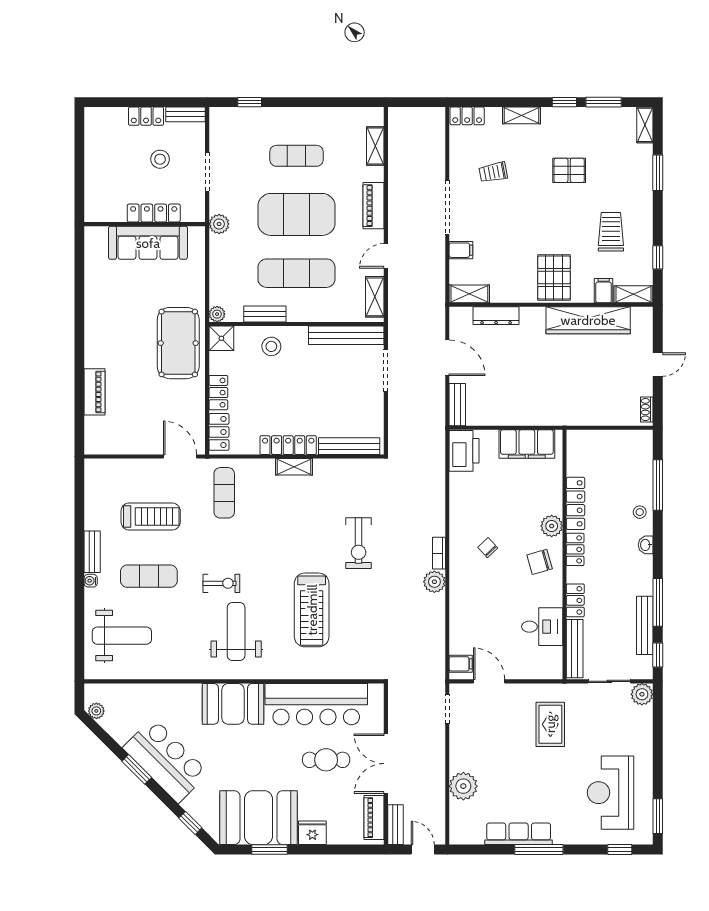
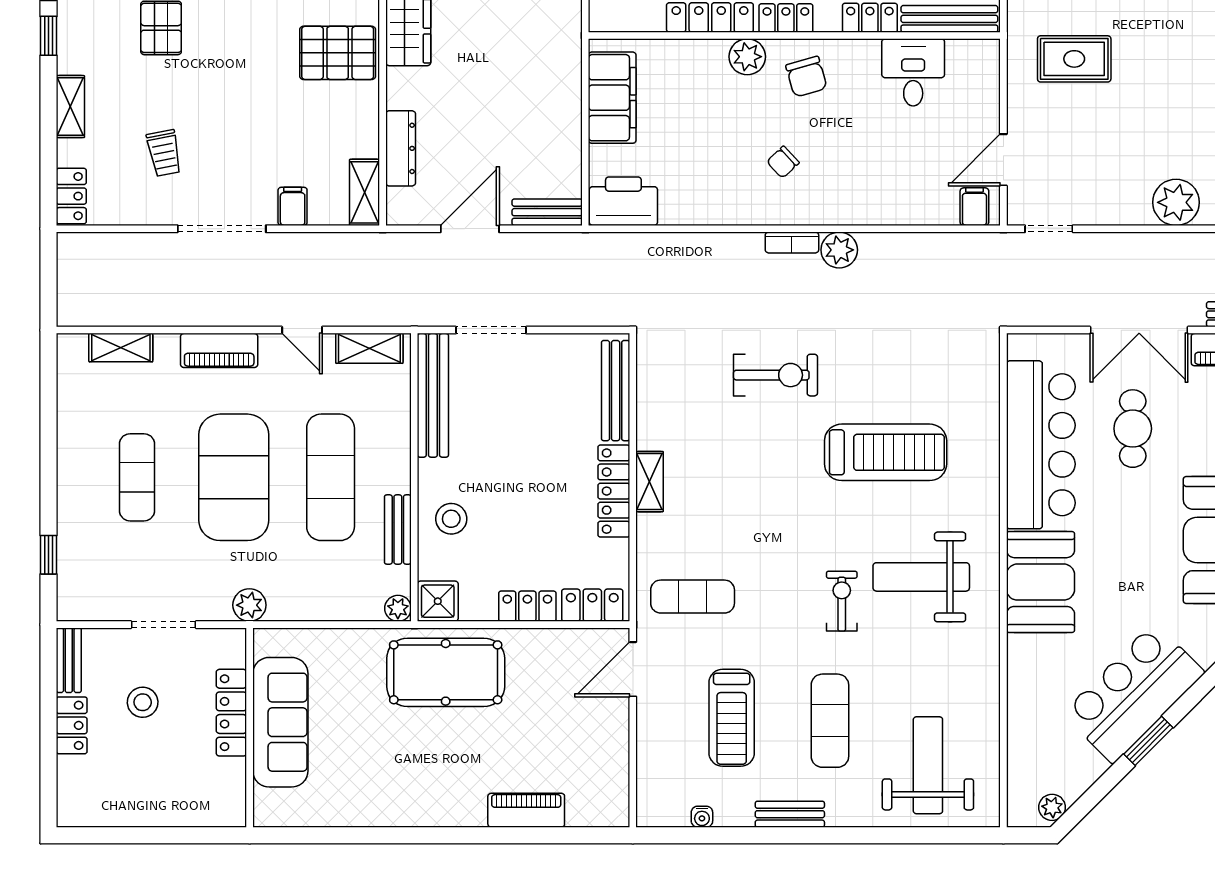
treadmill: (151, 517) -> (732, 718), turned 180
water cooler: (91, 581) -> (702, 817), moved

